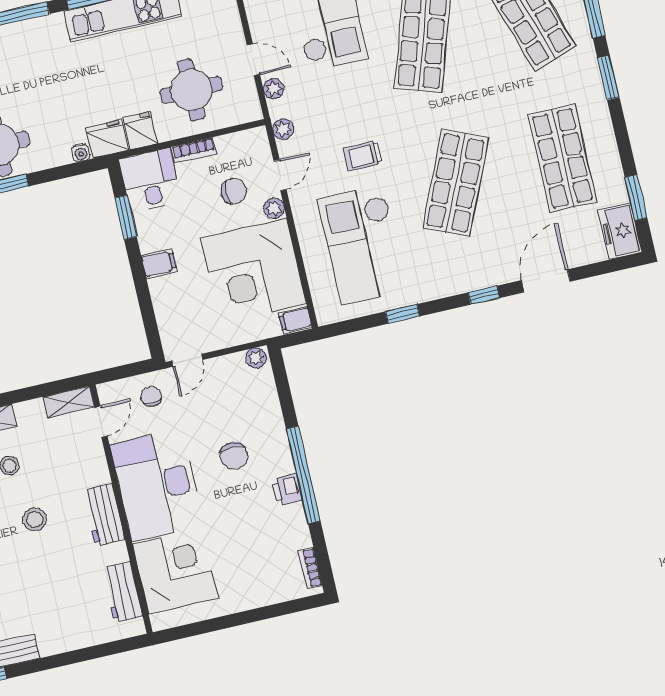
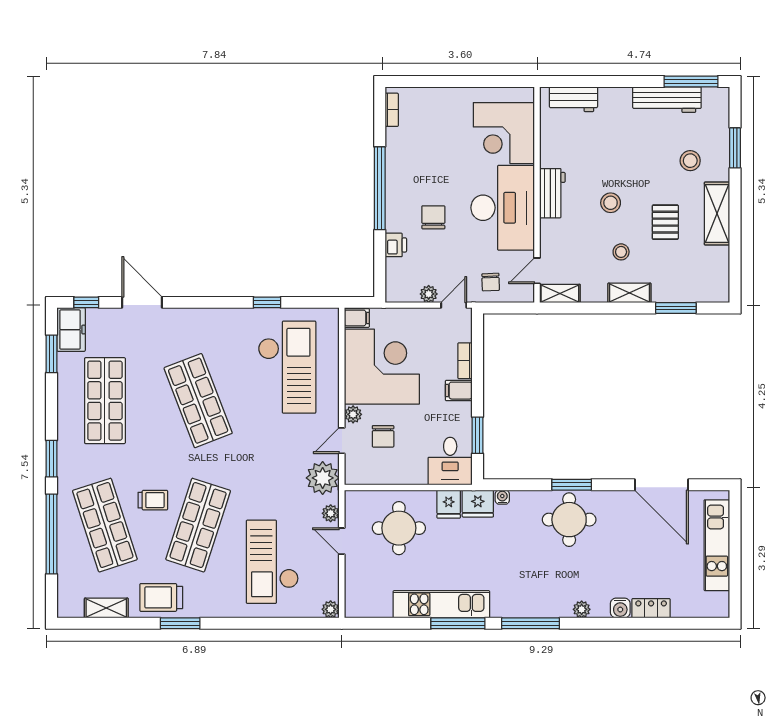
plant: (283, 129) -> (323, 478), width x1.88, depth x1.88
bookcase: (194, 150) -> (465, 361), moved, turned -90
trolley: (363, 156) -> (153, 500), moved
shop shelf: (456, 183) -> (198, 401), turned -45
chair: (234, 191) -> (383, 436), turned -90
door: (546, 281) -> (142, 302), swing flipped
window: (484, 295) -> (86, 302), moved
plant: (256, 358) -> (429, 294), moved
printer: (287, 490) -> (396, 245), moved
workbench: (122, 592) -> (573, 99), moved, turned 90

